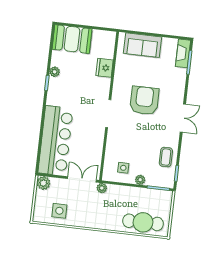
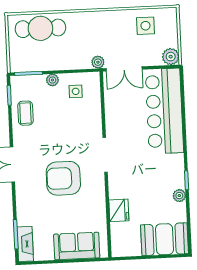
armchair: (144, 100) -> (63, 178), turned 90

